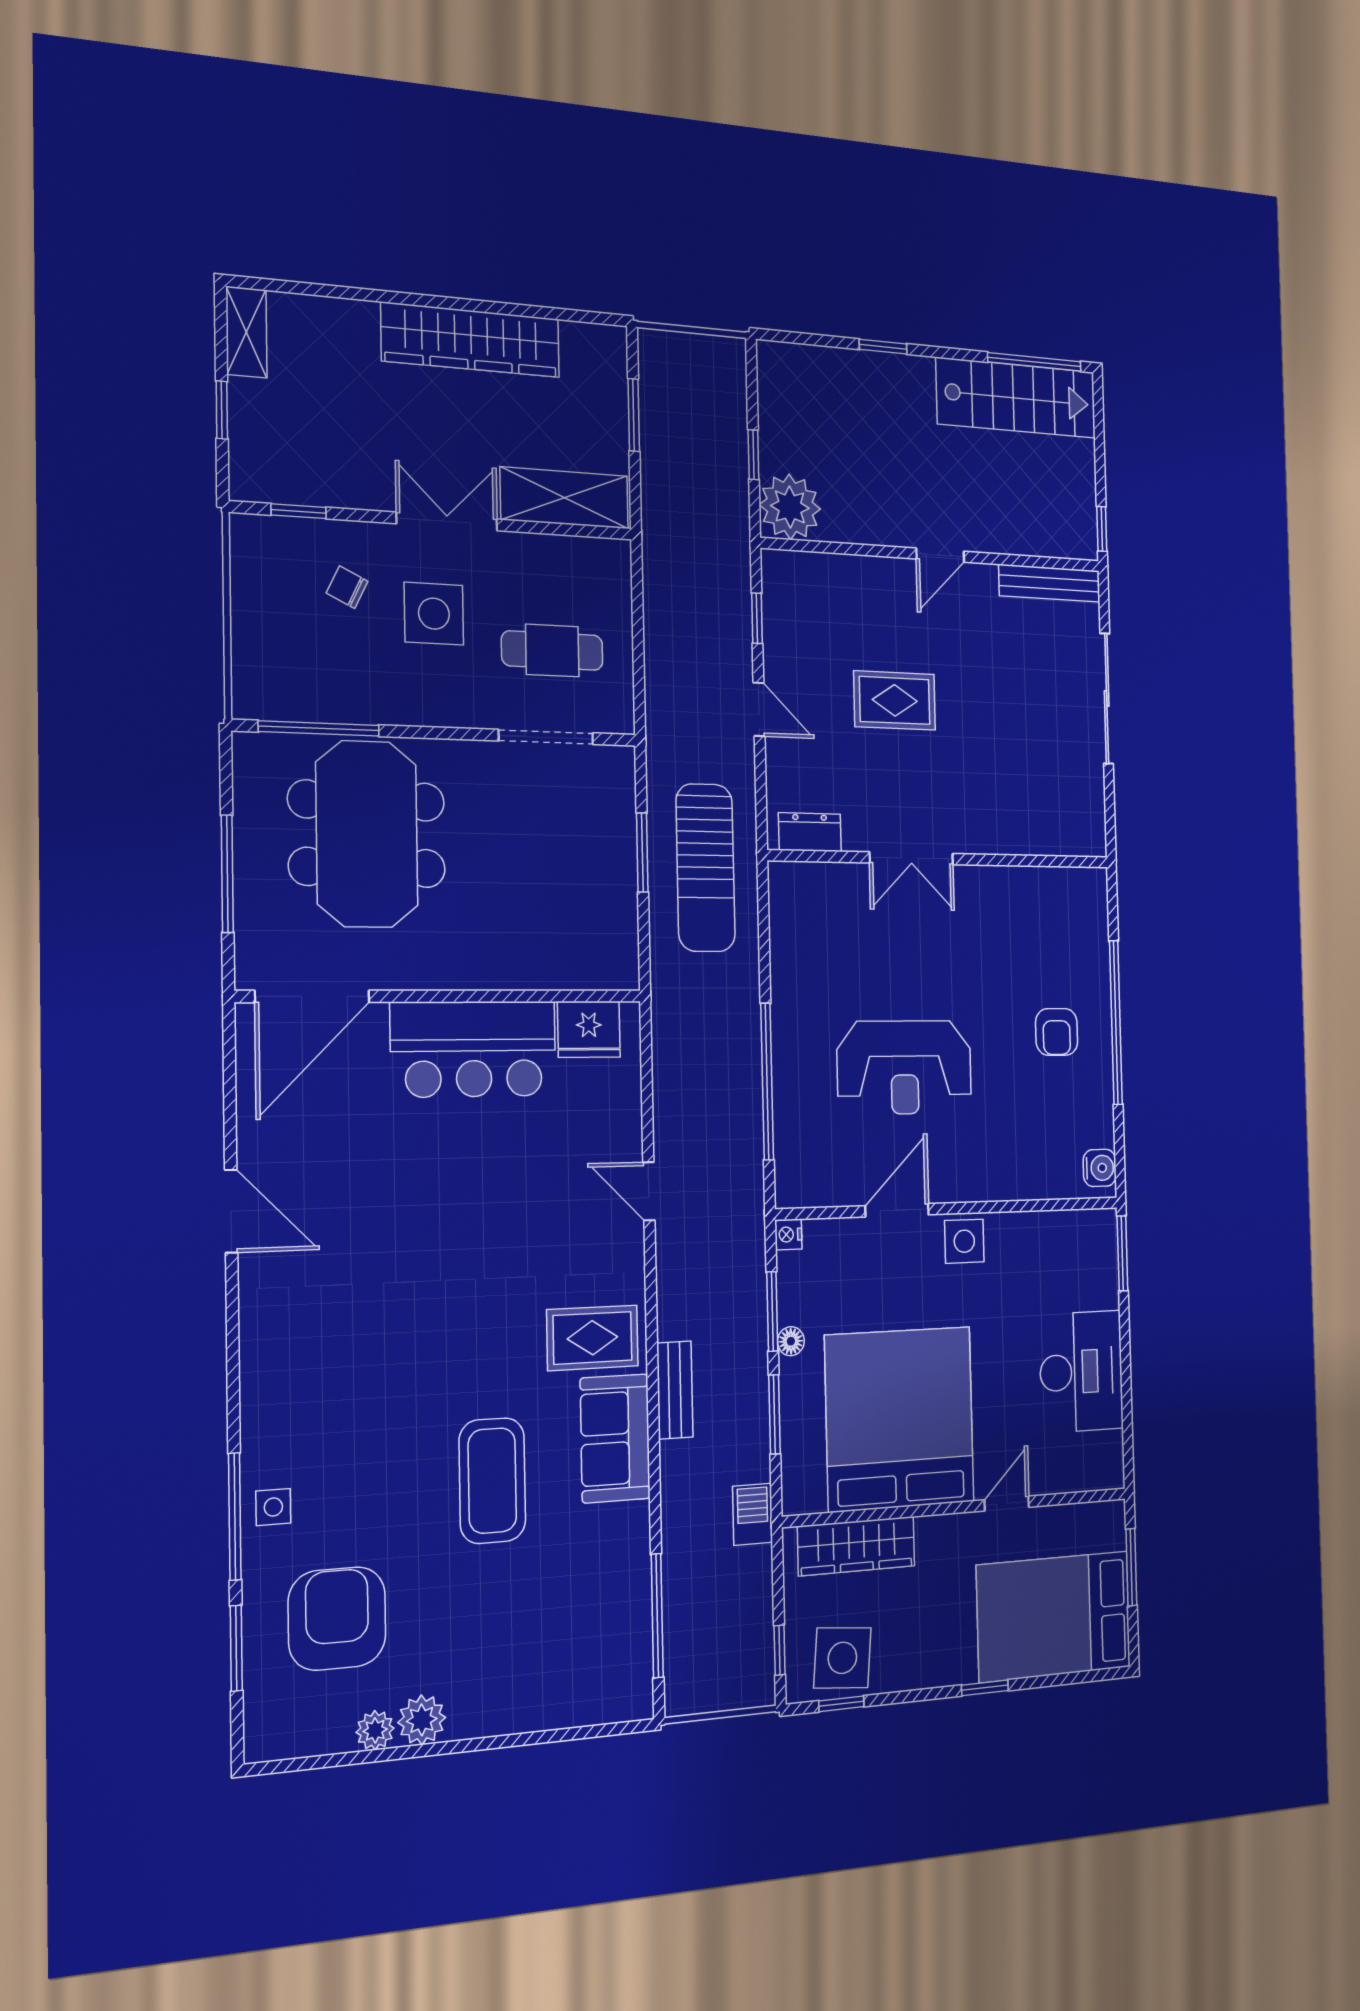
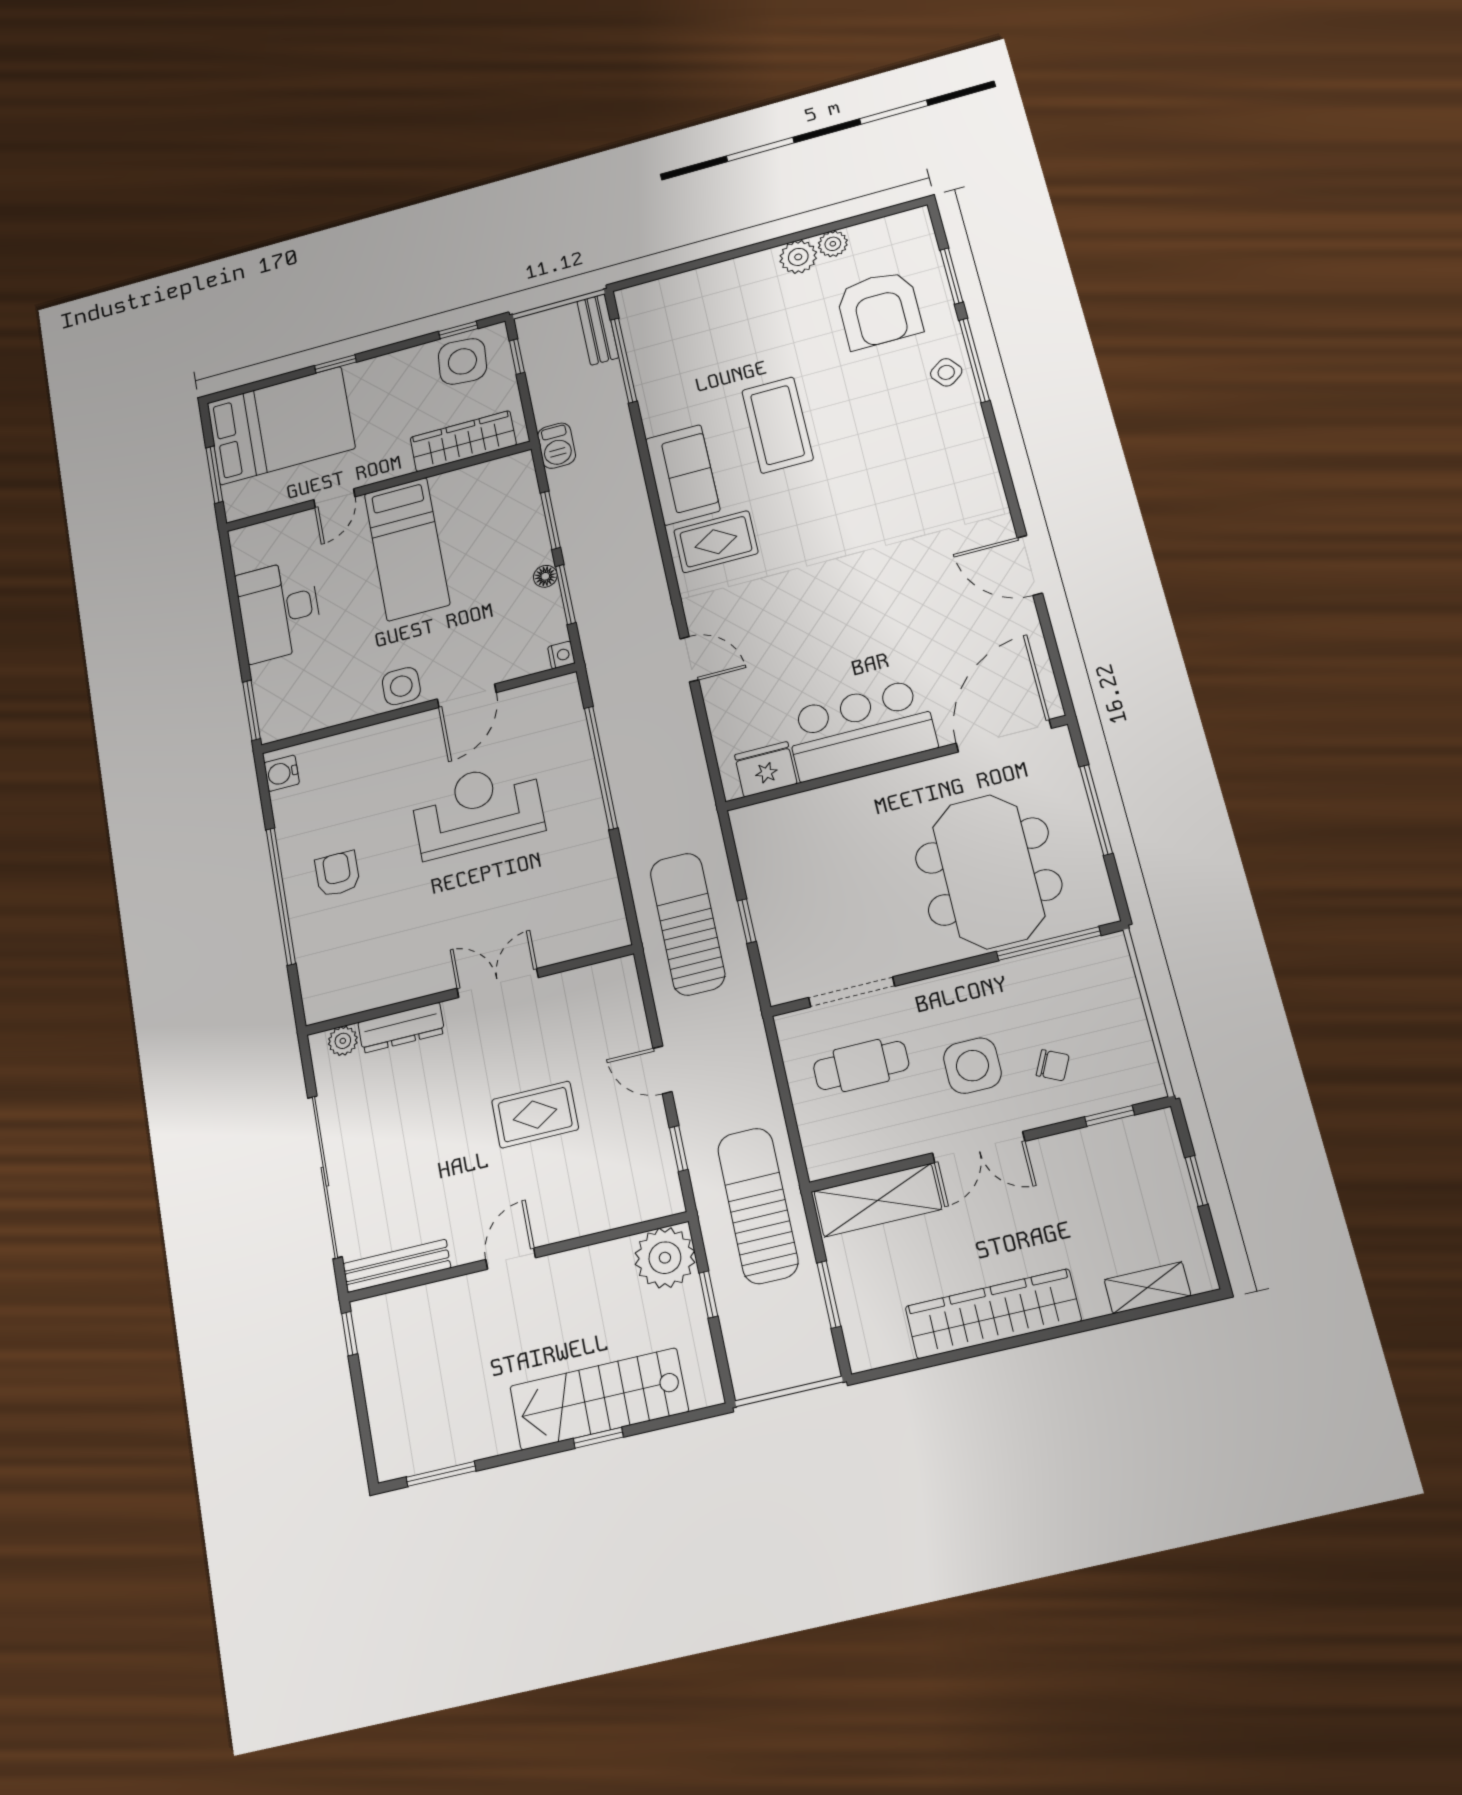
shelving: (246, 332) -> (1147, 1288), moved, turned 90
window: (1034, 362) -> (441, 1474), width x0.69
stairs: (1016, 398) -> (599, 1399), moved
sun lounger: (688, 532) -> (758, 1205), added
sliding door: (1107, 698) -> (325, 1177), width x1.36
dresser: (810, 832) -> (401, 1028), moved, width x1.44
plant: (1073, 840) -> (343, 1041), added
window: (642, 852) -> (747, 921), width x0.67
bench: (675, 1390) -> (598, 329), moved
bed: (900, 1419) -> (407, 549), width x0.49
side table: (273, 1507) -> (946, 372), turned -37

